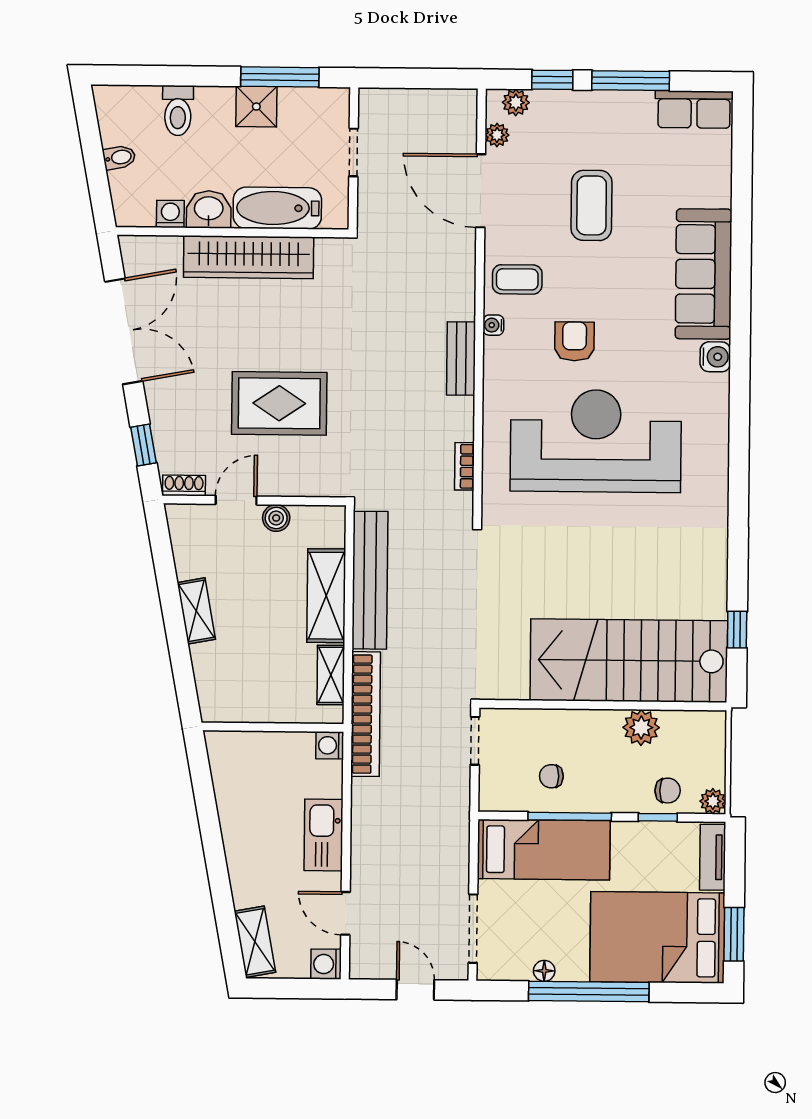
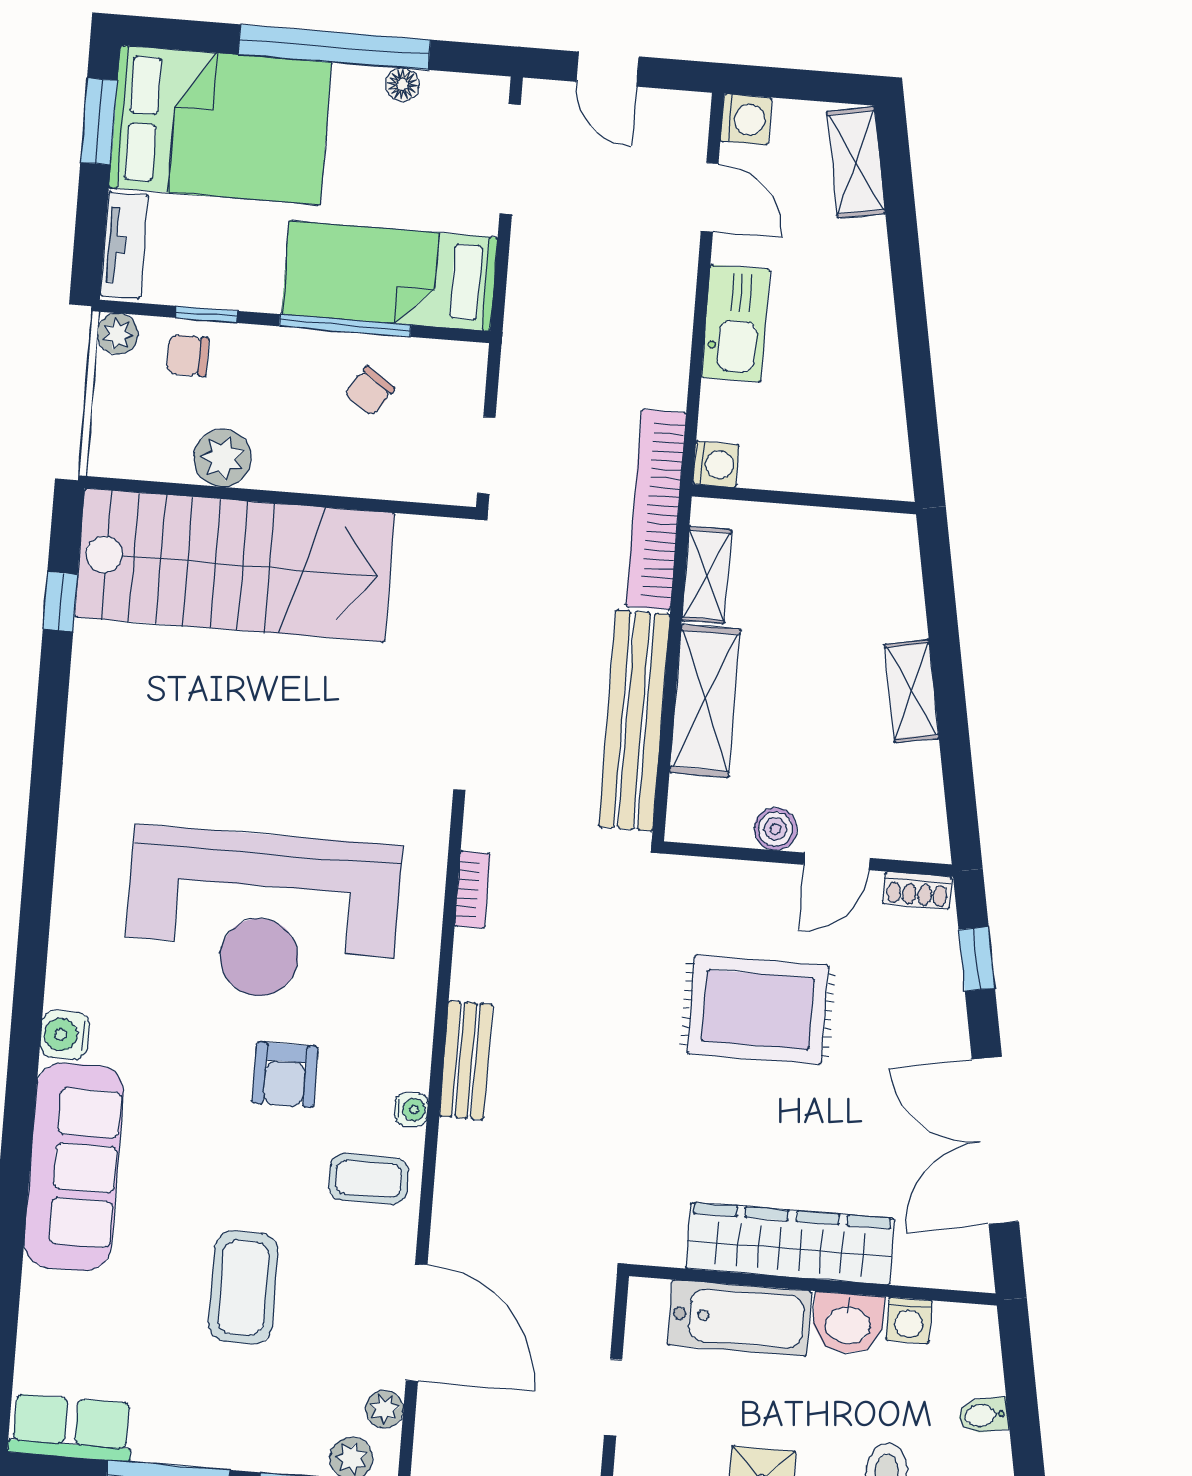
chair: (551, 776) -> (370, 391), turned 125

